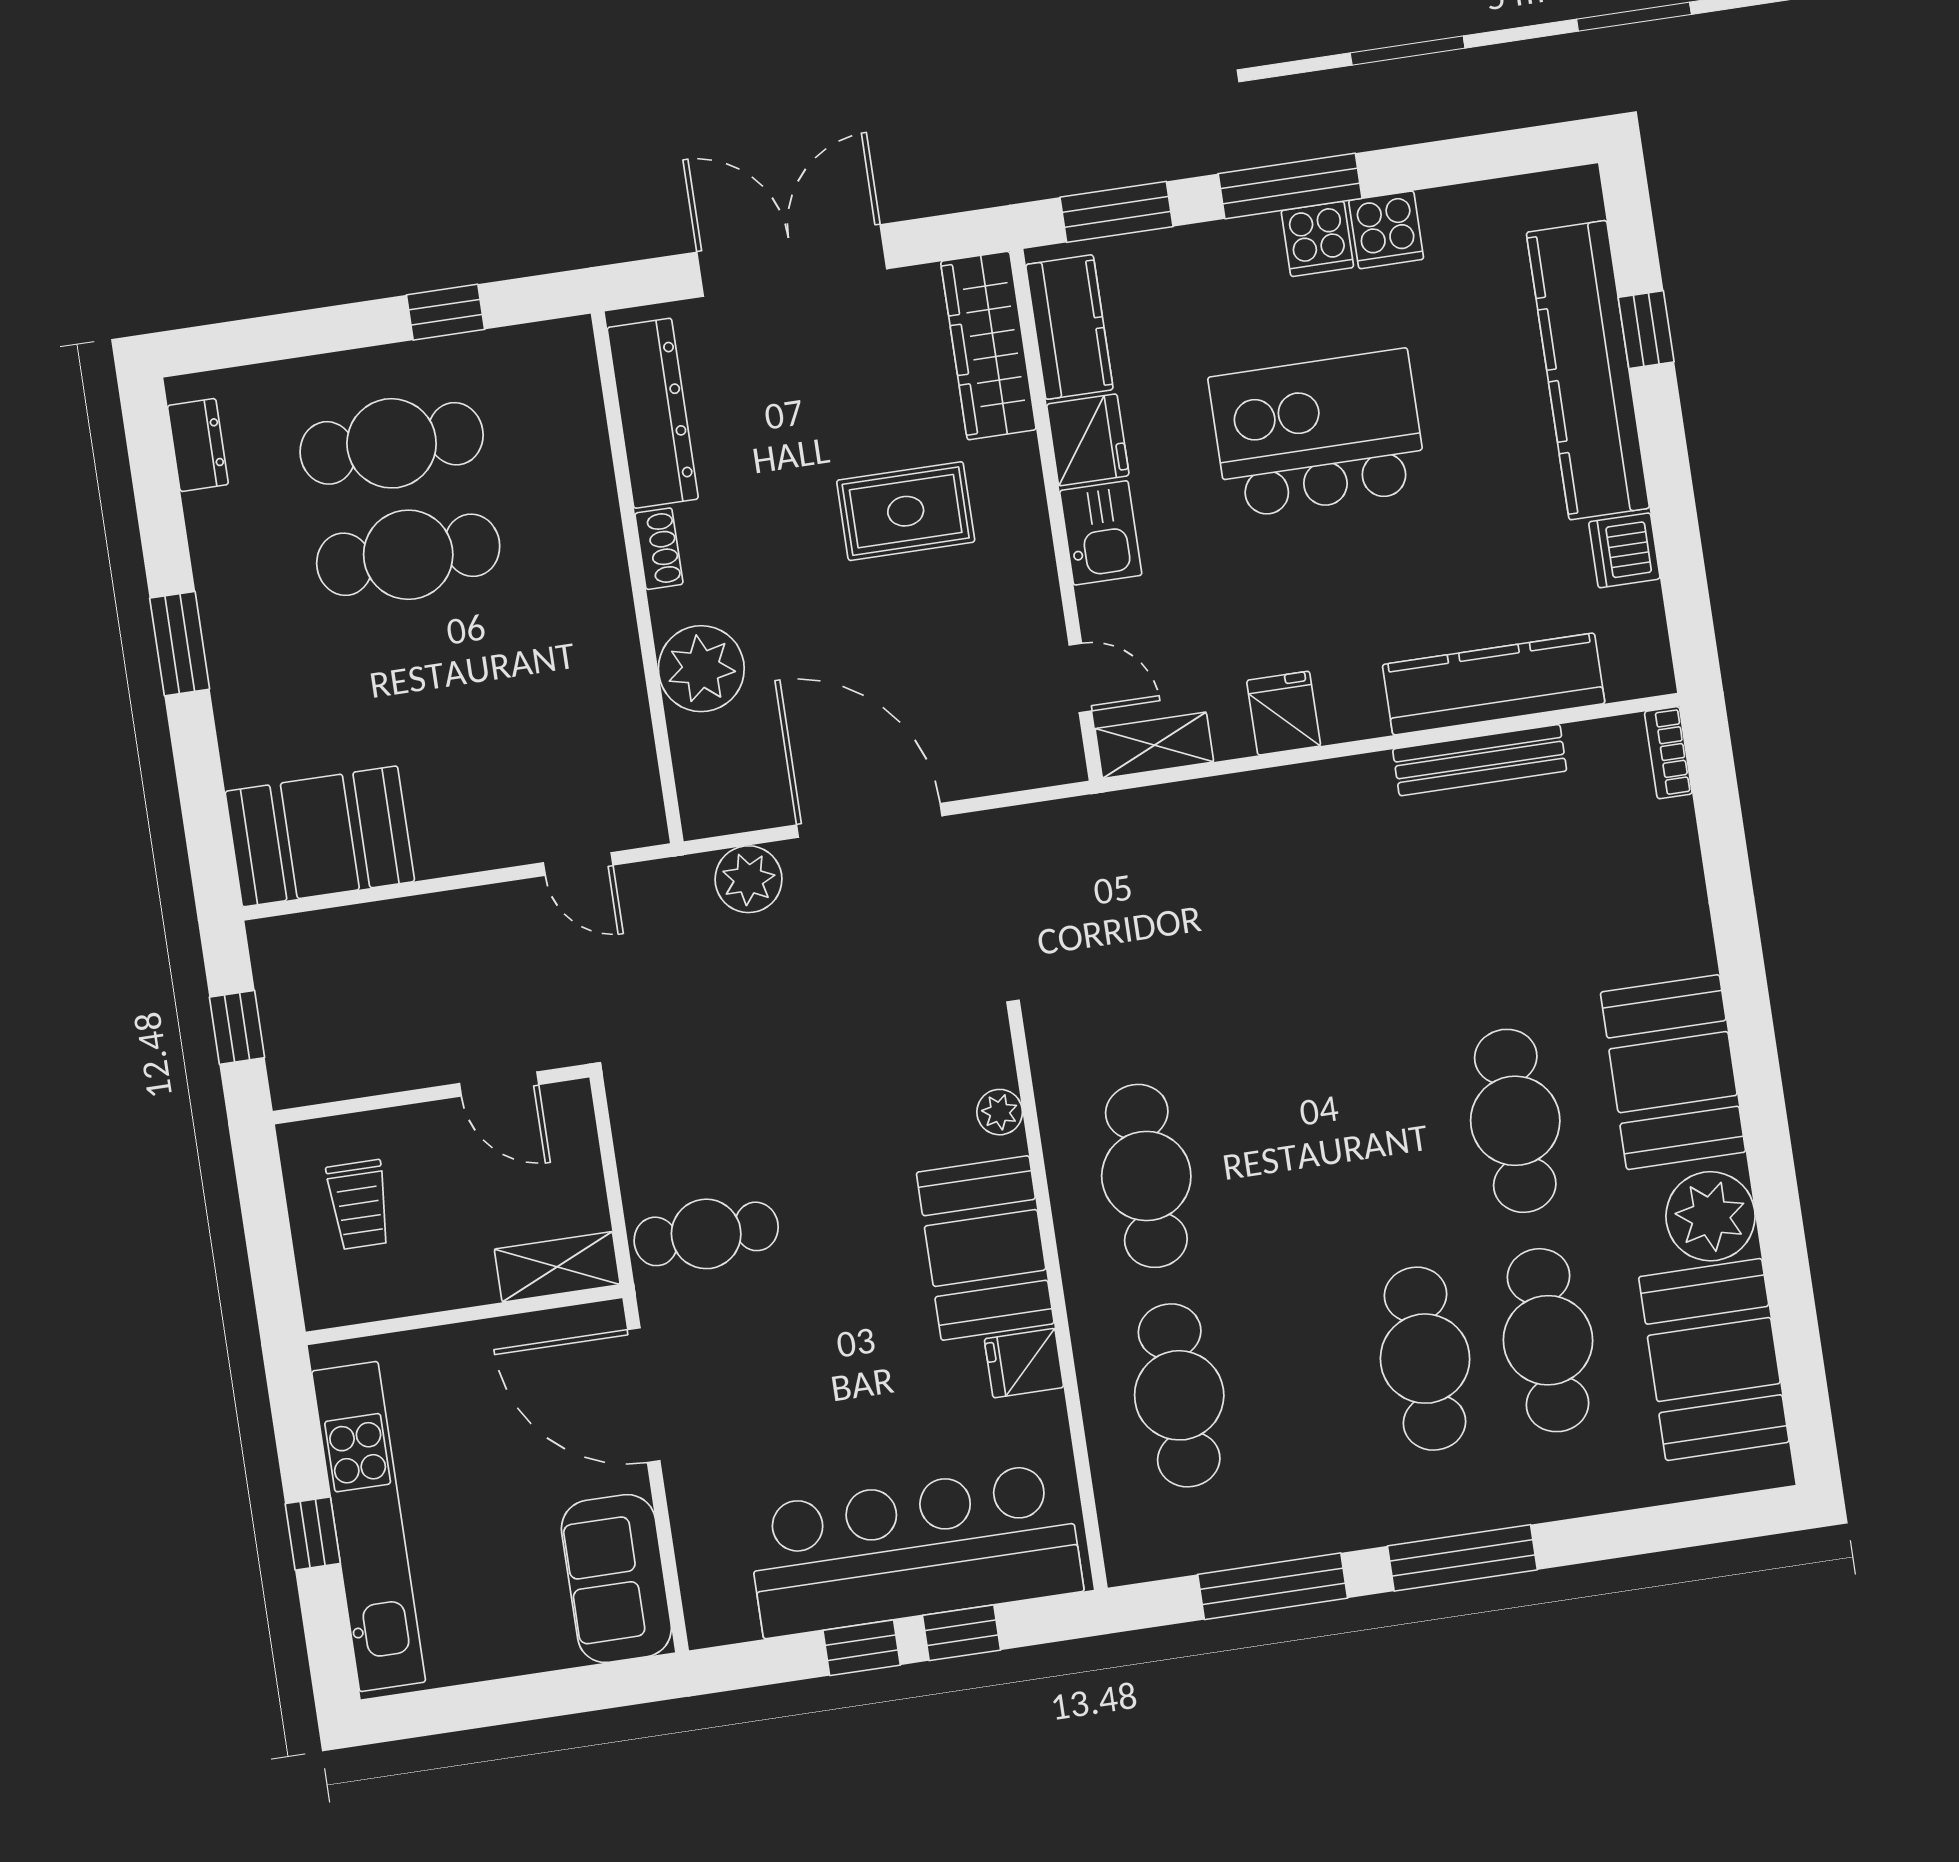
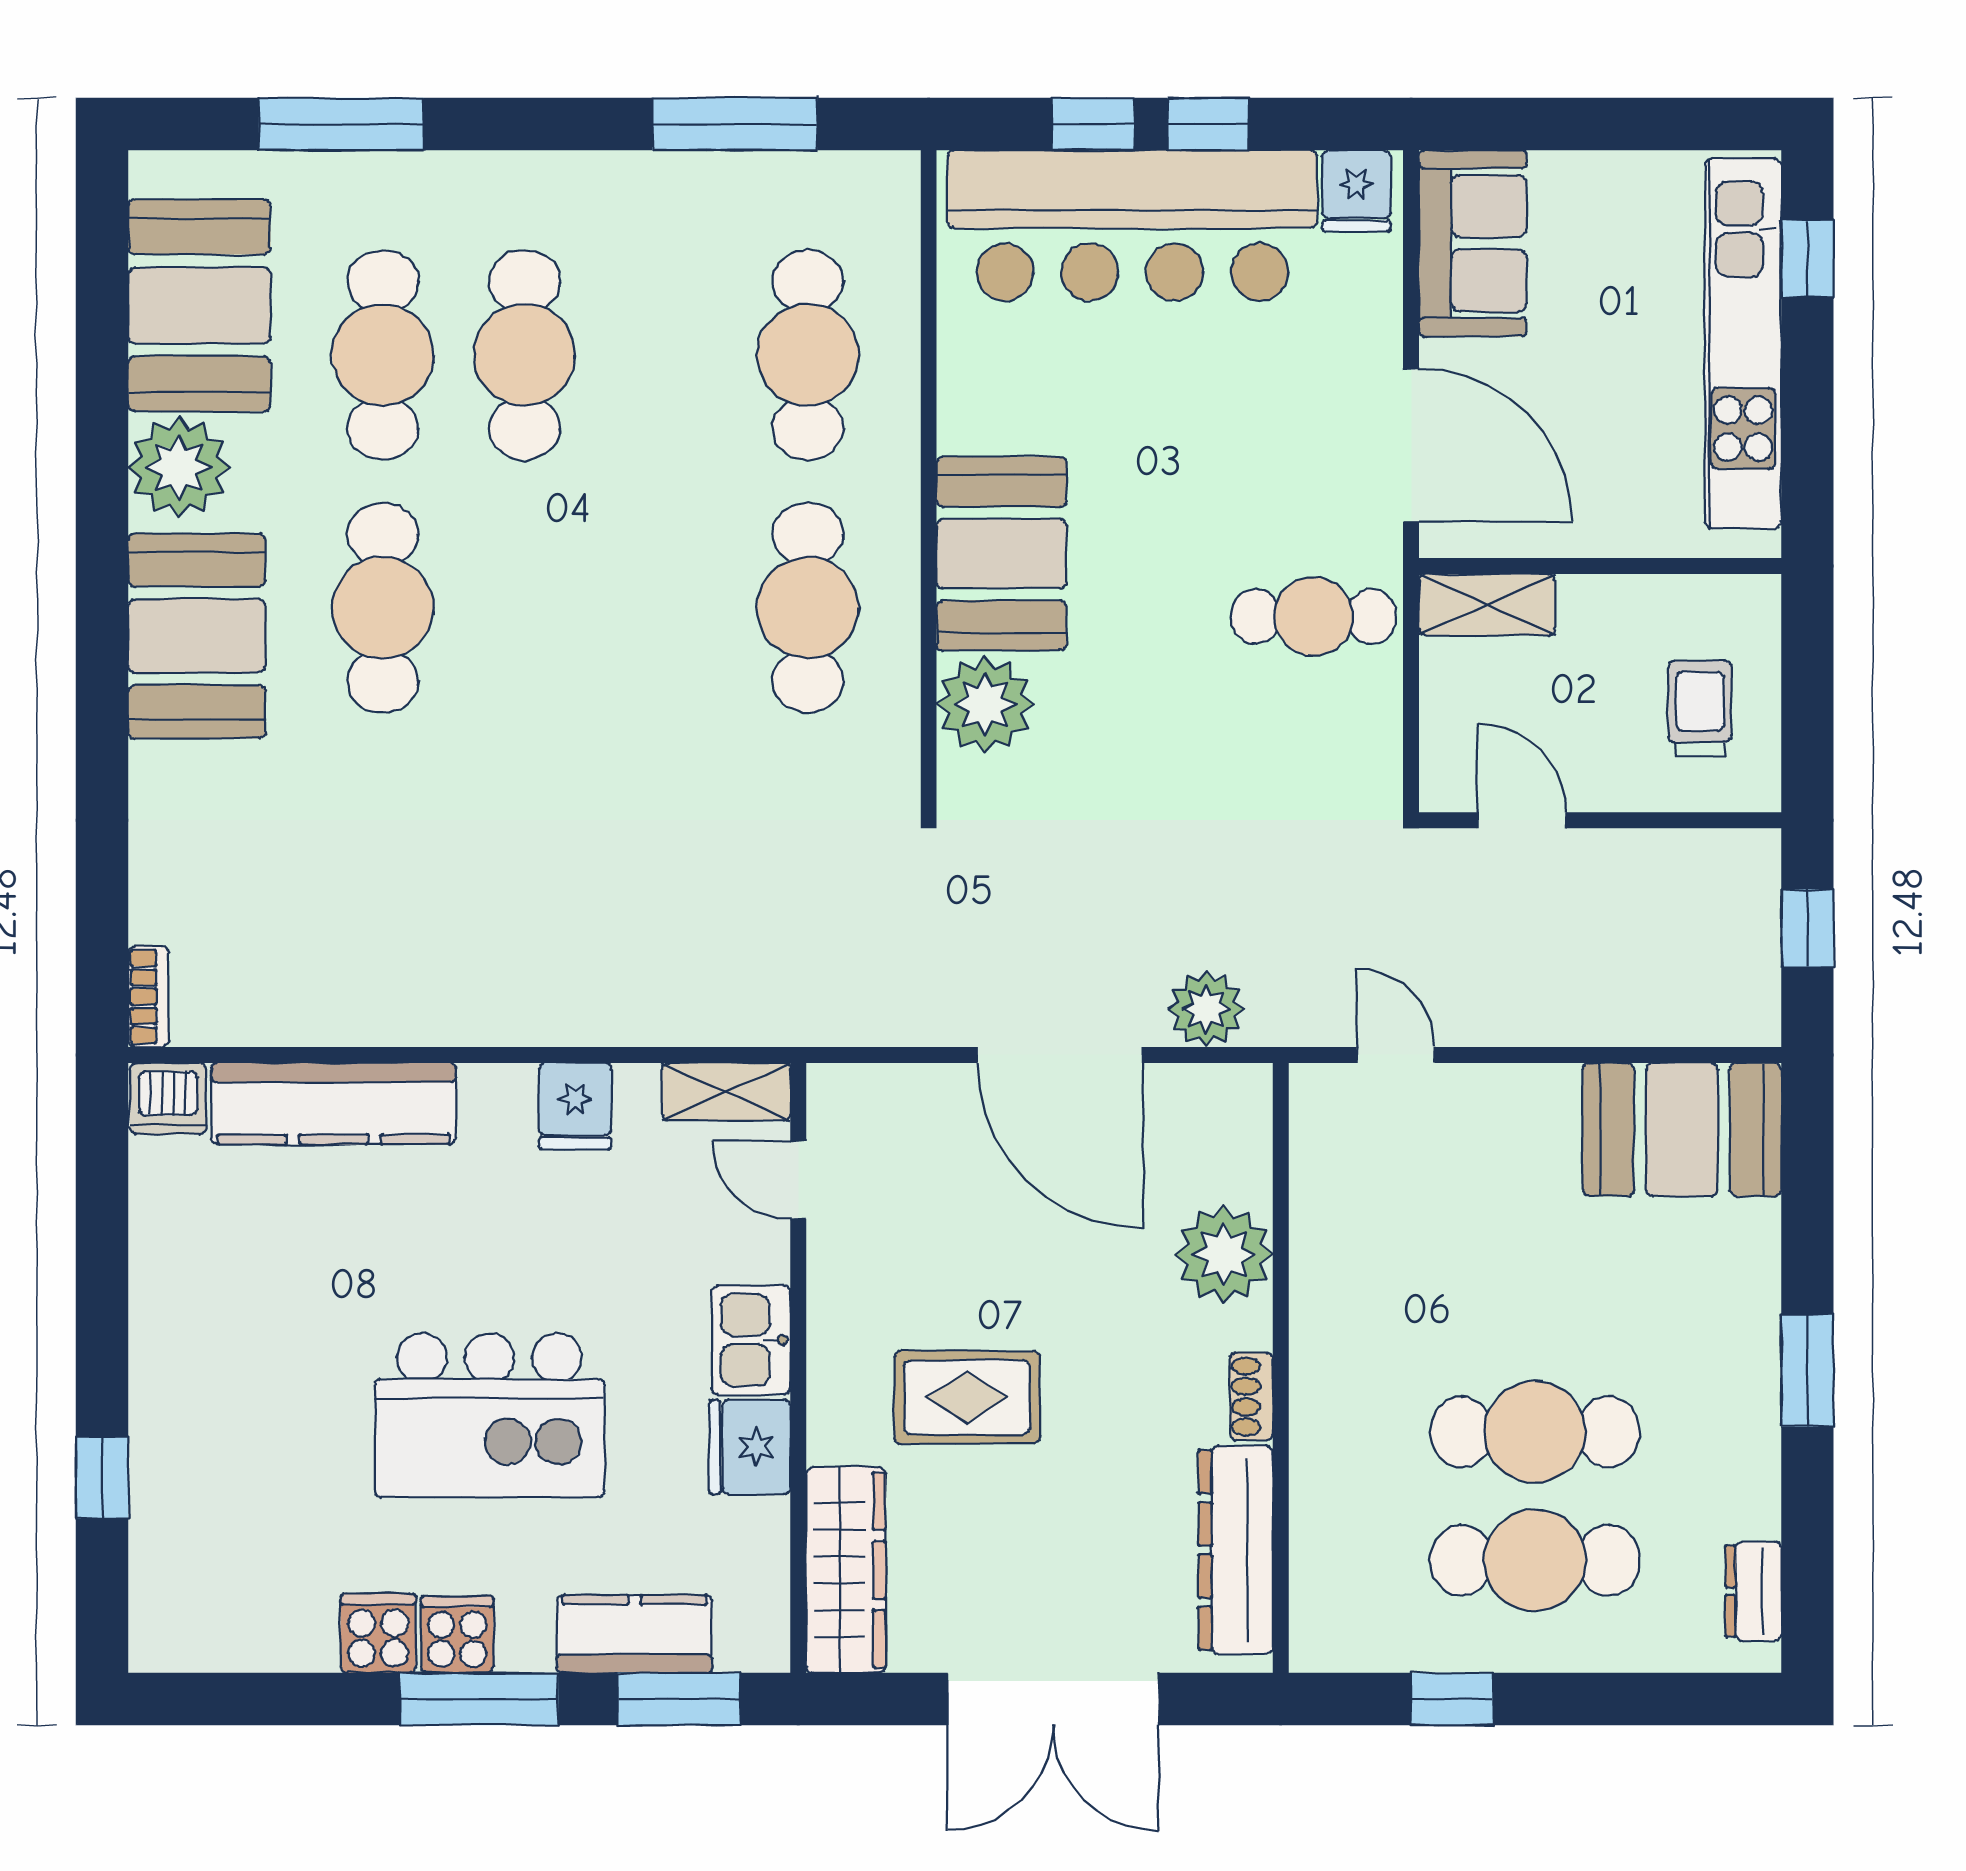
kitchen counter: (1069, 327) -> (635, 1634), moved, turned 90
kitchen counter: (1588, 370) -> (175, 1441), removed
dishwasher: (1624, 550) -> (168, 1098), moved, turned 90
bench: (1480, 760) -> (362, 1020), removed
plant: (1000, 1112) -> (985, 704), width x1.88, depth x1.88
fridge: (1024, 1363) -> (1356, 191), moved, turned 90
window: (313, 1534) -> (1807, 259), moved
window: (1462, 1558) -> (341, 124), moved

